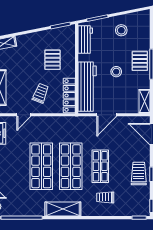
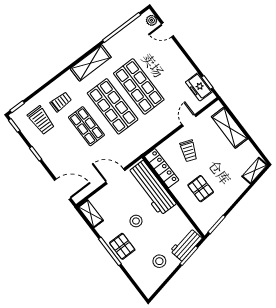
workbench: (85, 40) -> (186, 245), moved, turned 79
door: (107, 115) -> (115, 176), hinge flipped
trolley: (139, 174) -> (41, 120), moved

